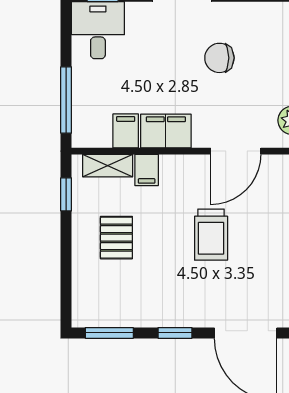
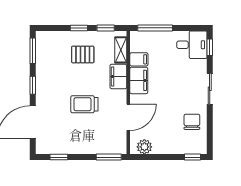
chair: (219, 58) -> (192, 122), moved
door: (236, 151) -> (128, 117), swing flipped
filing cabinet: (147, 170) -> (118, 76), width x2.00
window: (66, 245) -> (79, 28), added

